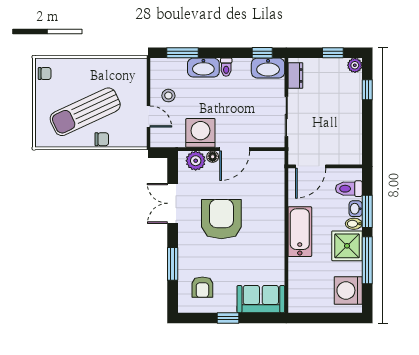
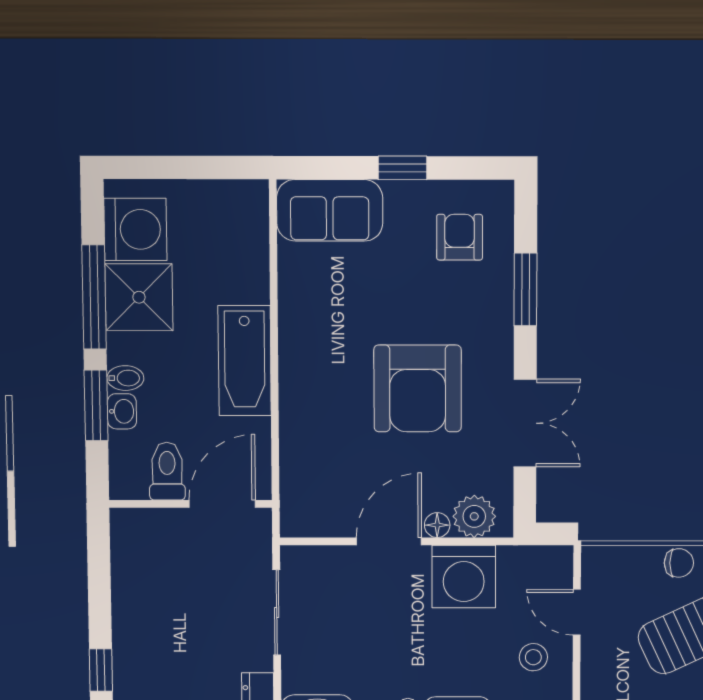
chair: (102, 139) -> (679, 563), turned 180
toilet: (349, 189) -> (167, 471), moved, turned -90
shower: (347, 246) -> (139, 297), moved

